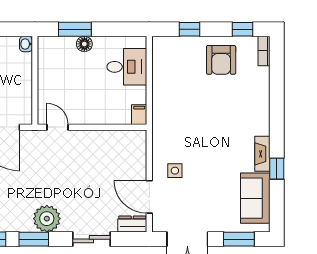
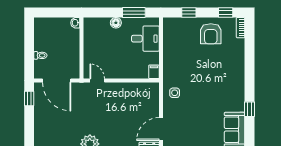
window: (75, 29) -> (134, 13), moved
fireplace: (262, 154) -> (239, 99), removed
side table: (175, 171) -> (175, 93), moved
door: (149, 197) -> (161, 129), hinge flipped

